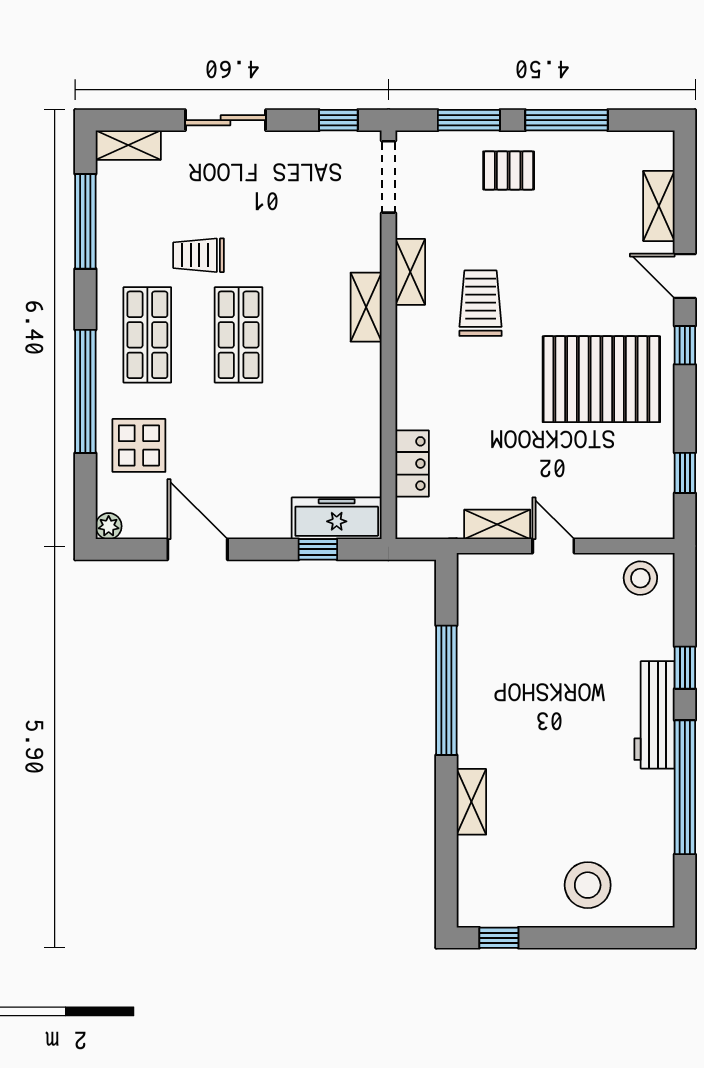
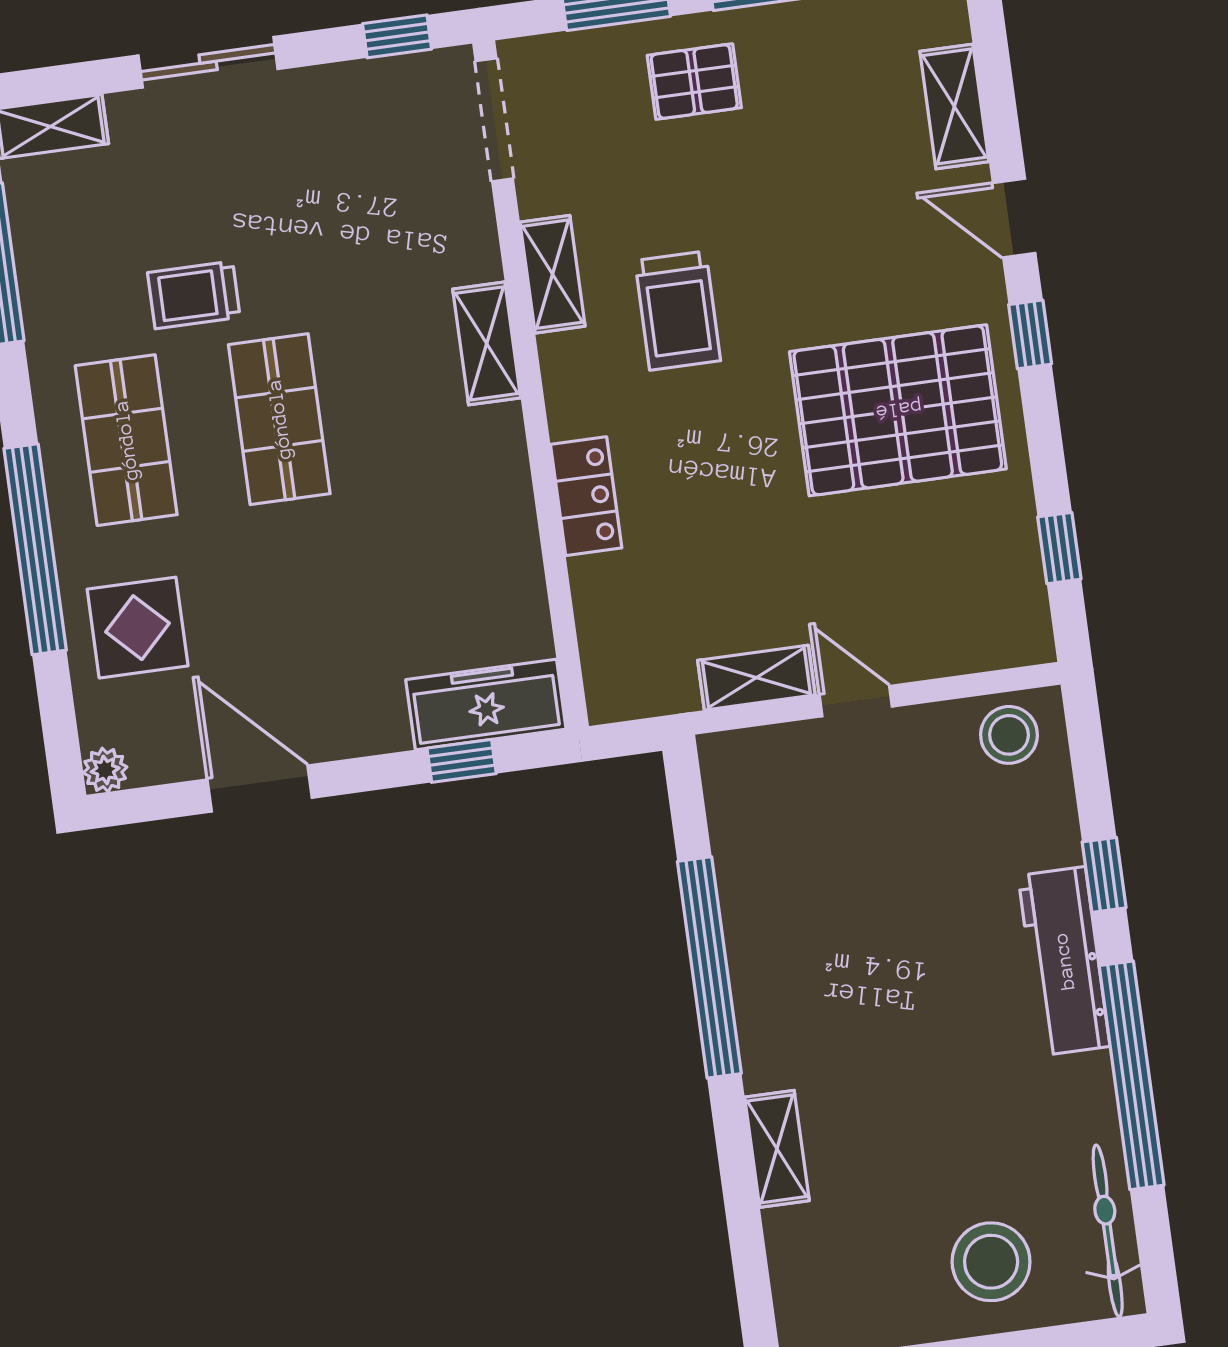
trolley: (481, 303) -> (678, 311), turned 180
locker: (412, 463) -> (586, 496), moved
bicycle: (658, 876) -> (1108, 1231), added

